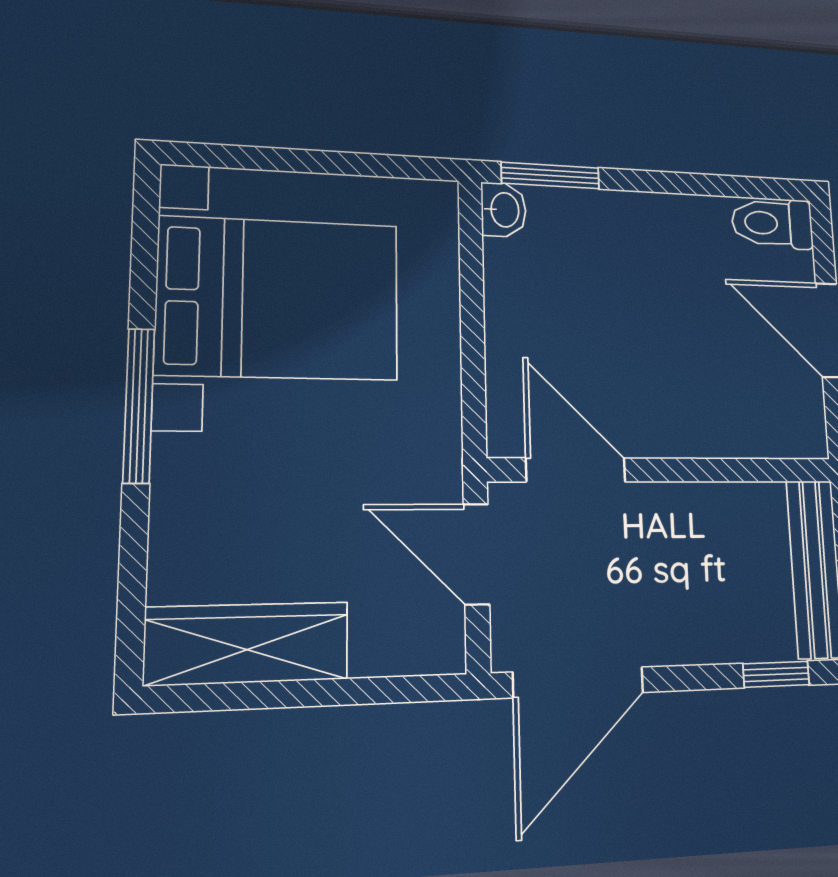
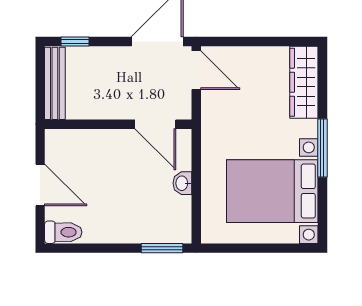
washbasin: (504, 210) -> (182, 183), moved
door: (476, 554) -> (196, 70), moved
wardrobe: (247, 643) -> (304, 82), moved, turned 90

